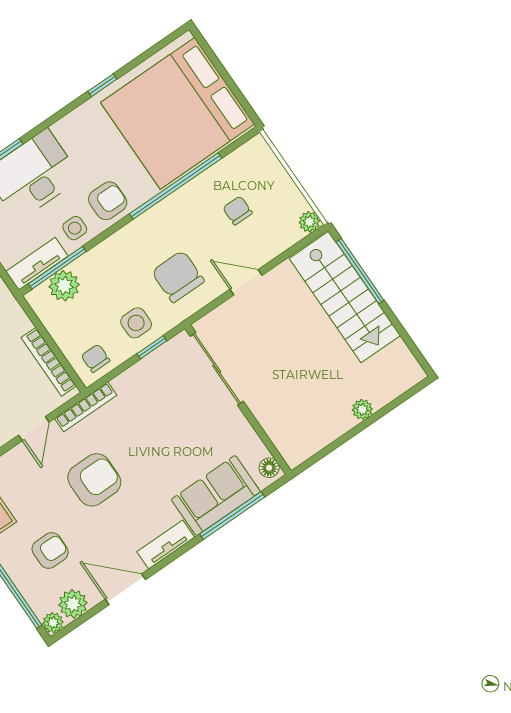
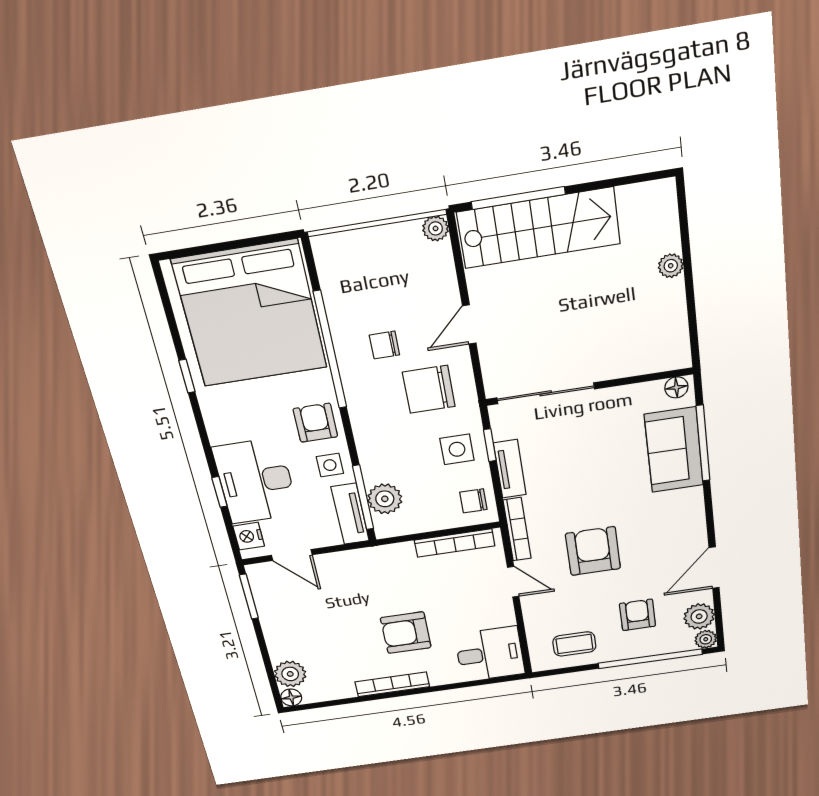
chair: (237, 210) -> (384, 345), moved
tv unit: (166, 545) -> (510, 469), moved, turned 180

